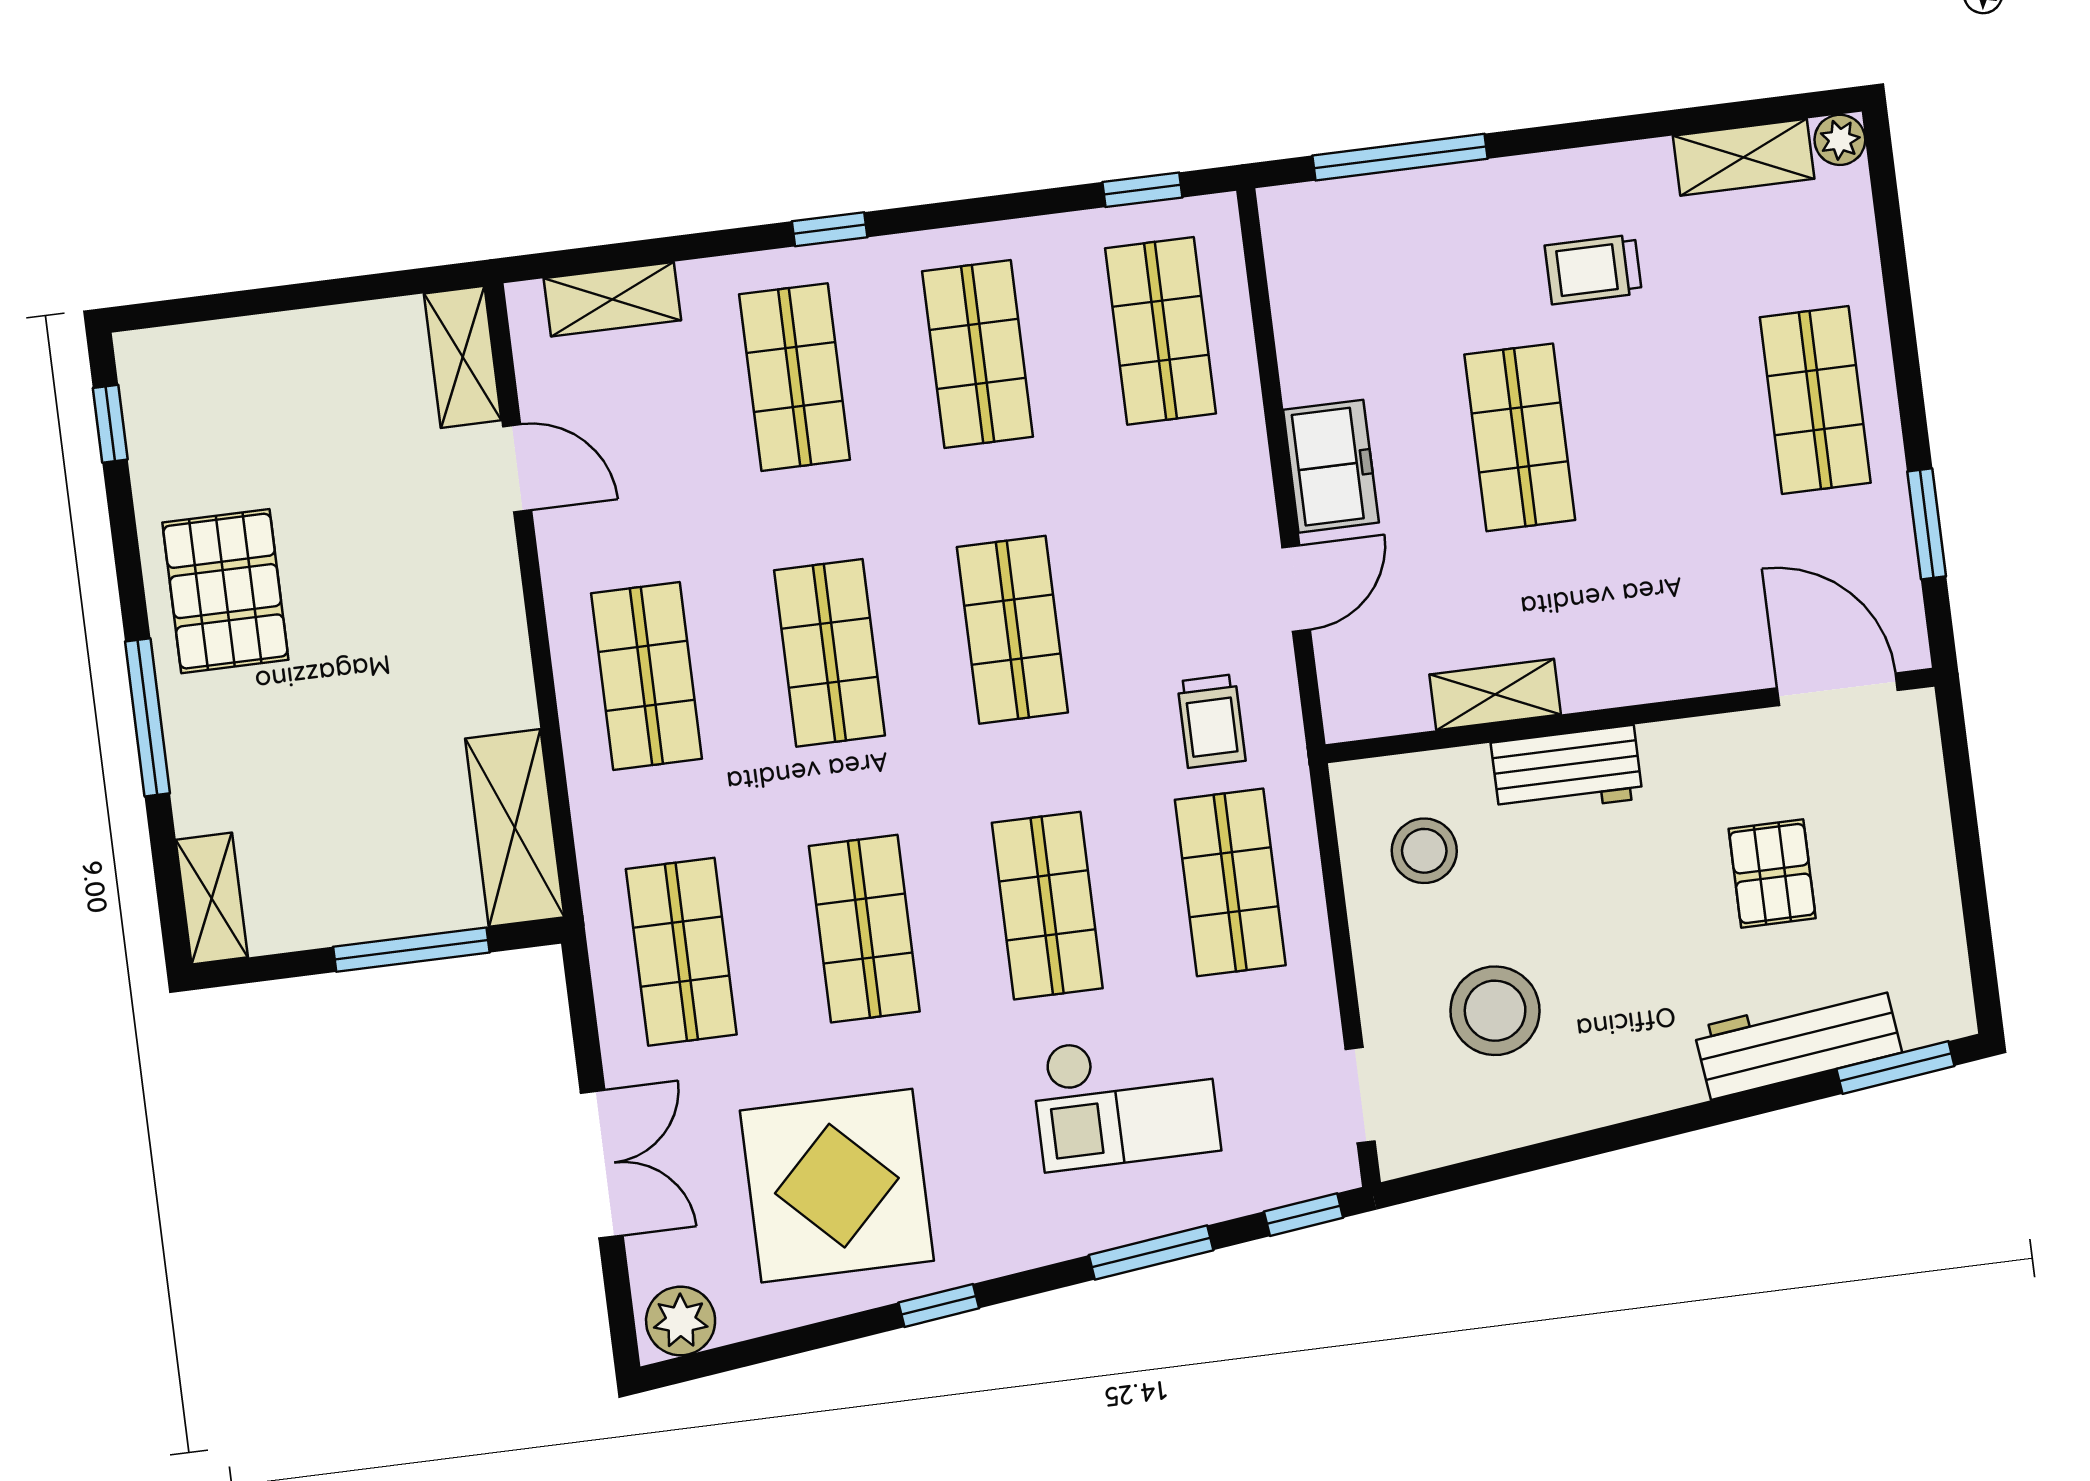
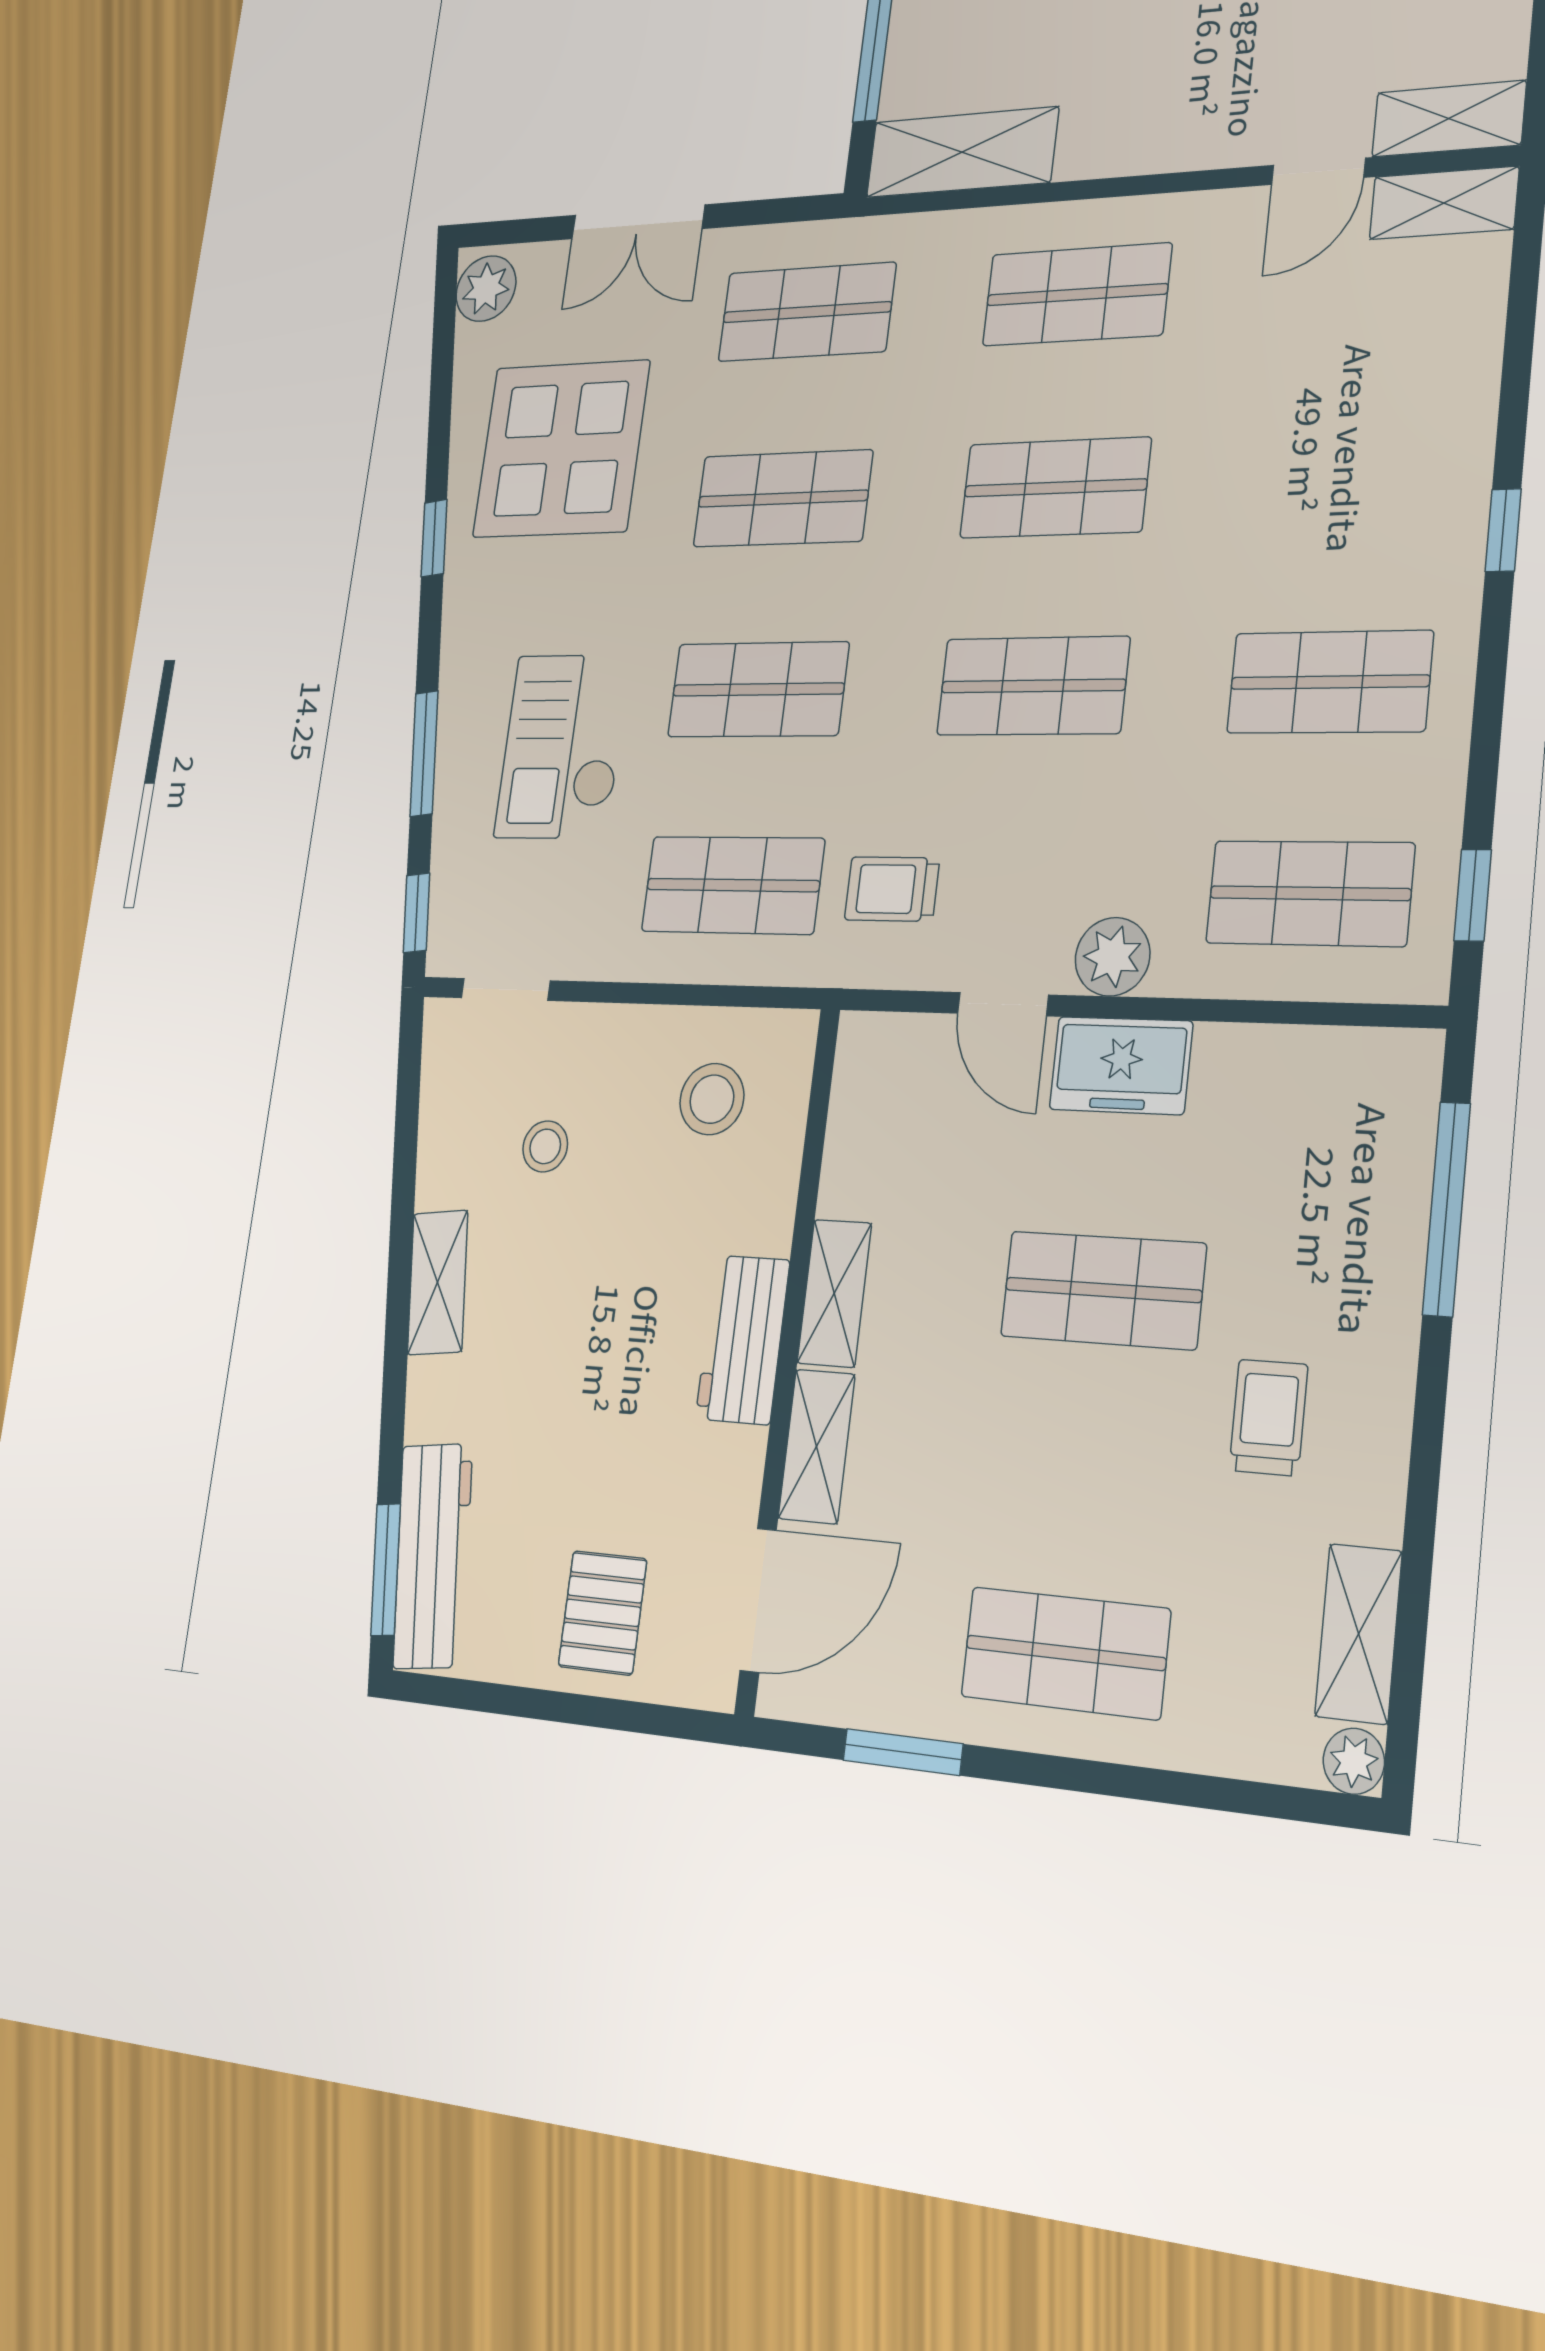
shelving: (612, 299) -> (1444, 203), moved, turned 90
shop shelf: (795, 377) -> (1349, 476), removed
plant: (1240, 496) -> (1113, 957), added
shelving: (1700, 668) -> (817, 1446), added
shelving: (1495, 694) -> (834, 1293), moved
workbench: (1567, 771) -> (743, 1339), moved
pallet: (1772, 874) -> (603, 1613), moved, turned 90
stool: (1495, 1011) -> (545, 1146), width x0.53, depth x0.53
workbench: (1798, 1041) -> (433, 1556), moved
shelving: (1636, 1089) -> (438, 1282), added

